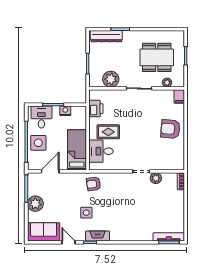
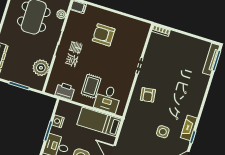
armchair: (170, 129) -> (104, 35), moved, turned 85
plant: (156, 178) -> (150, 54), removed
armchair: (94, 184) -> (148, 95), moved

